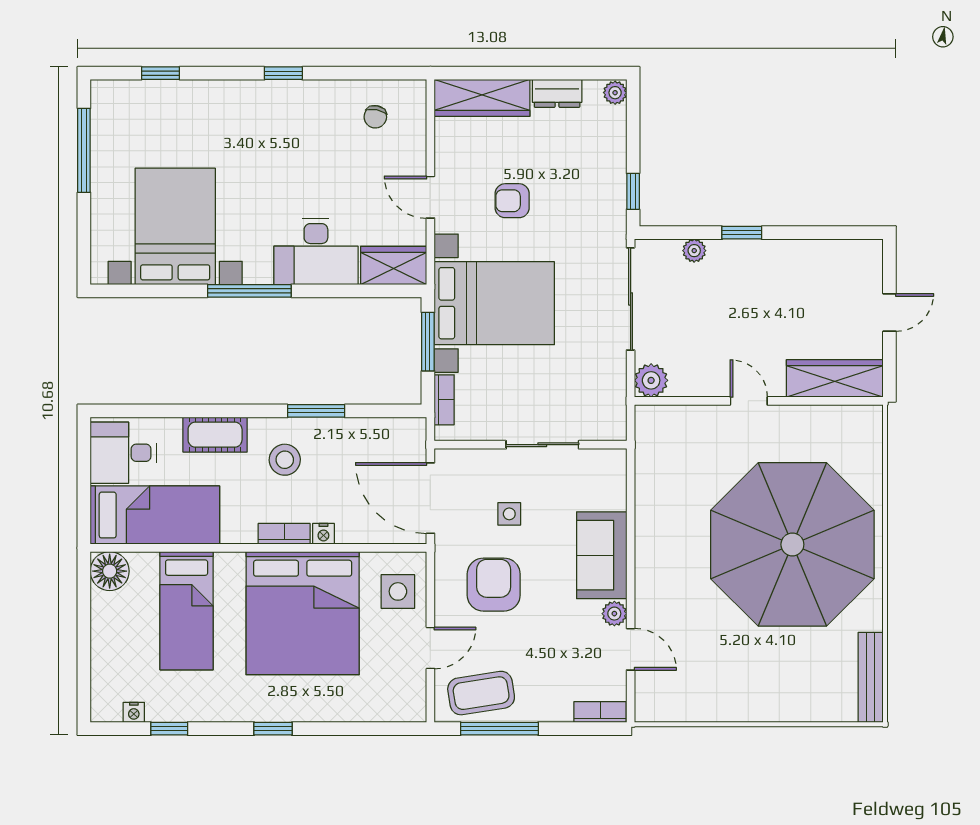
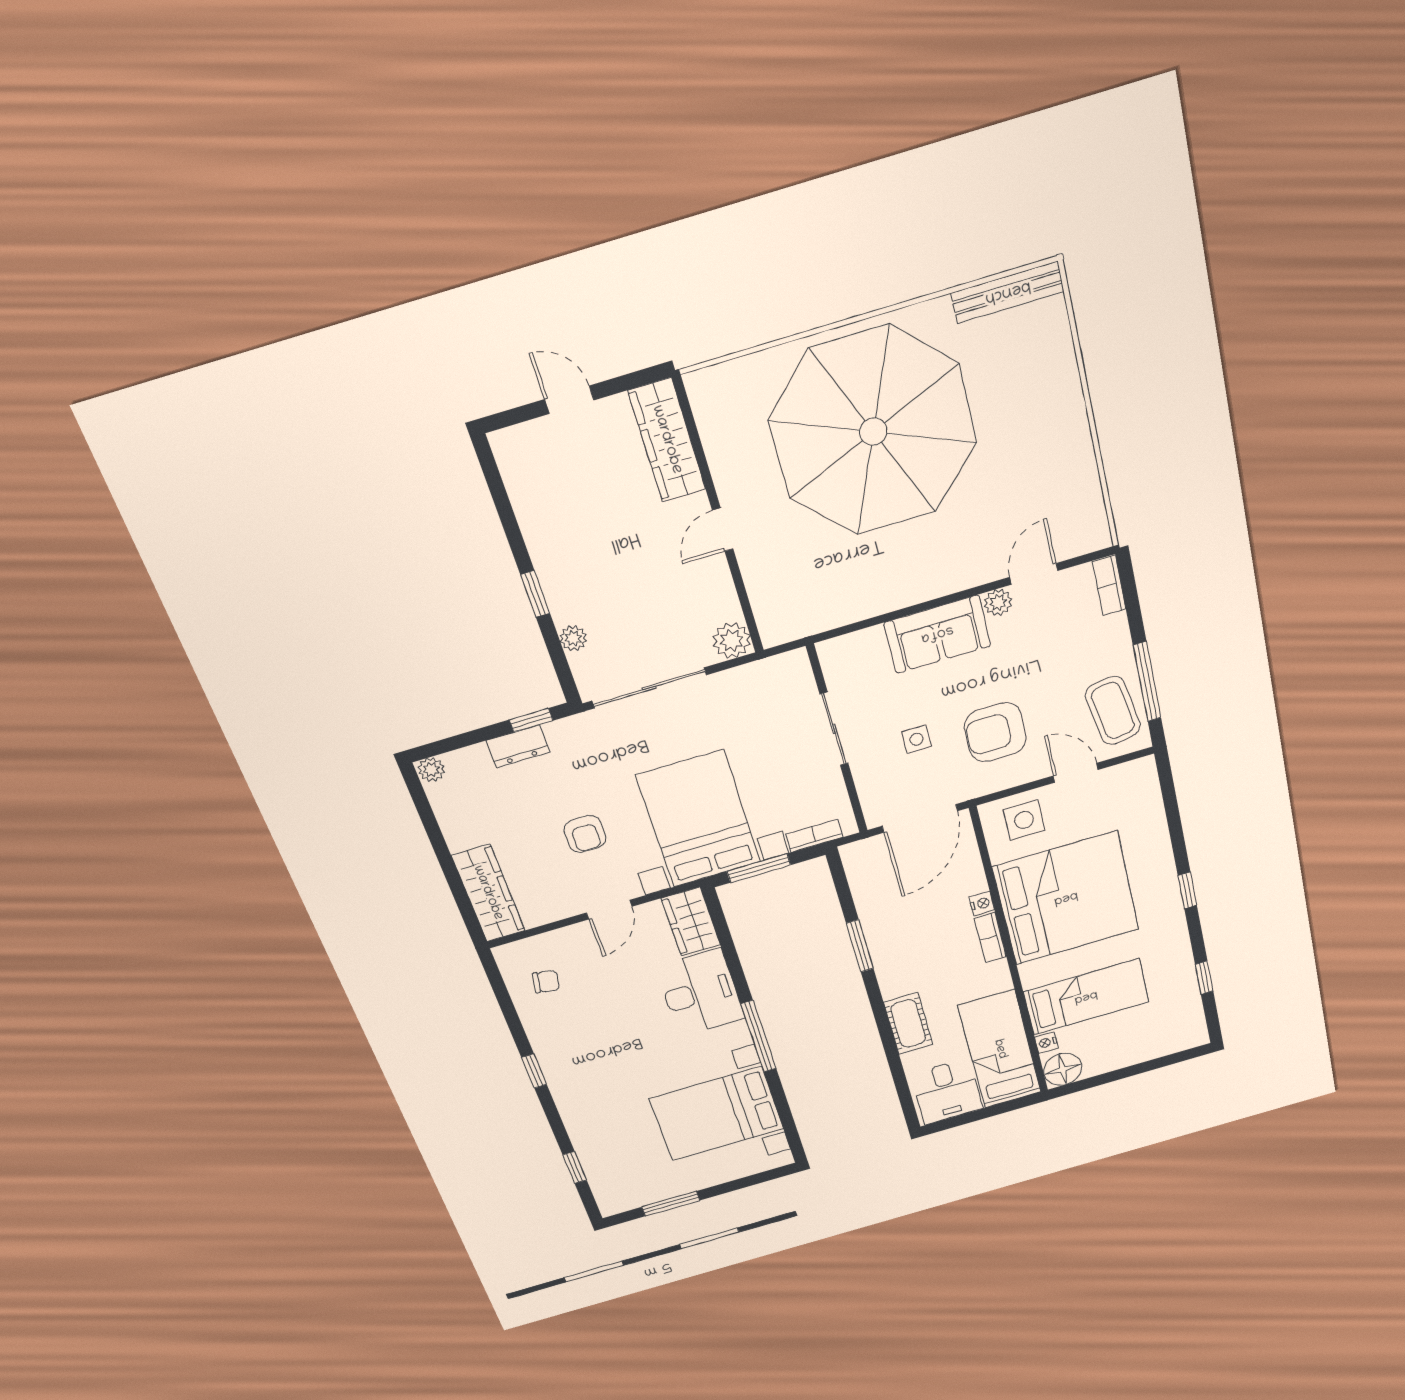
dresser: (557, 93) -> (518, 746), moved, turned 90
window: (84, 150) -> (671, 1204), width x0.69
stool: (285, 460) -> (916, 958), removed
nightstand: (134, 712) -> (1046, 1043), moved, turned 180

